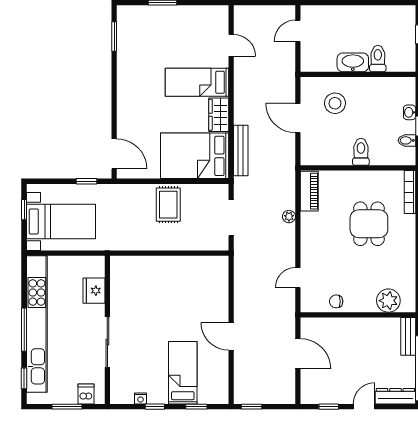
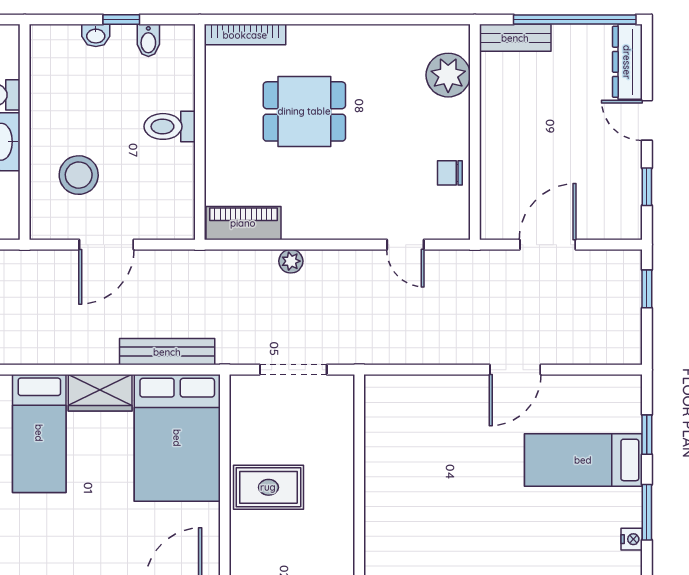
chair: (336, 301) -> (450, 173), turned 90
window: (155, 407) -> (647, 512), width x1.50
window: (251, 407) -> (647, 289), moved

